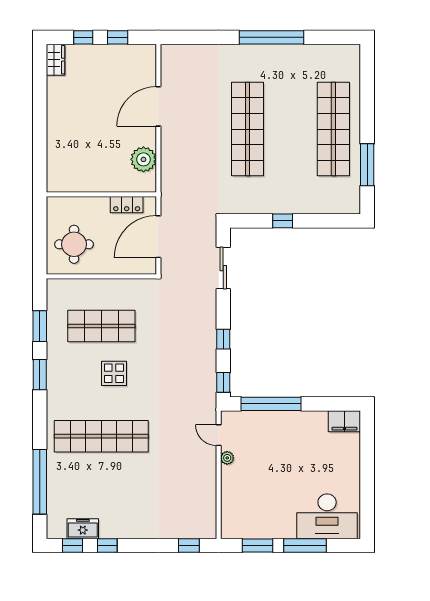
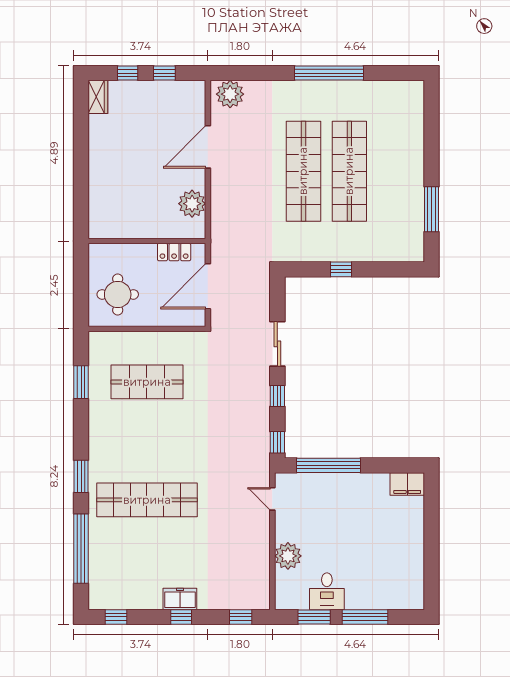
plant: (179, 57) -> (230, 94), added
shop shelf: (333, 129) -> (349, 171), moved
sliding door: (223, 268) -> (277, 344), moved
display table: (114, 373) -> (160, 433), removed
window: (40, 375) -> (81, 476), moved
plant: (227, 458) -> (288, 556), moved, width x1.87, depth x1.87
desk: (327, 516) -> (327, 591), moved, width x0.53, depth x0.77
freezer: (83, 529) -> (180, 599), moved
window: (107, 546) -> (181, 617), moved

